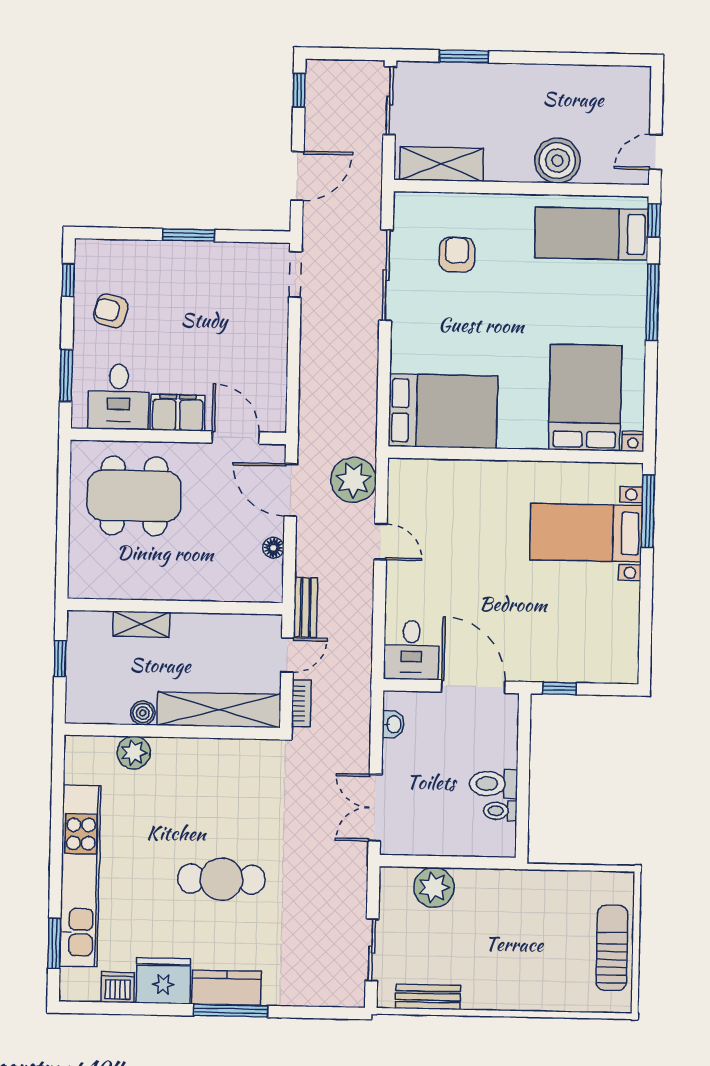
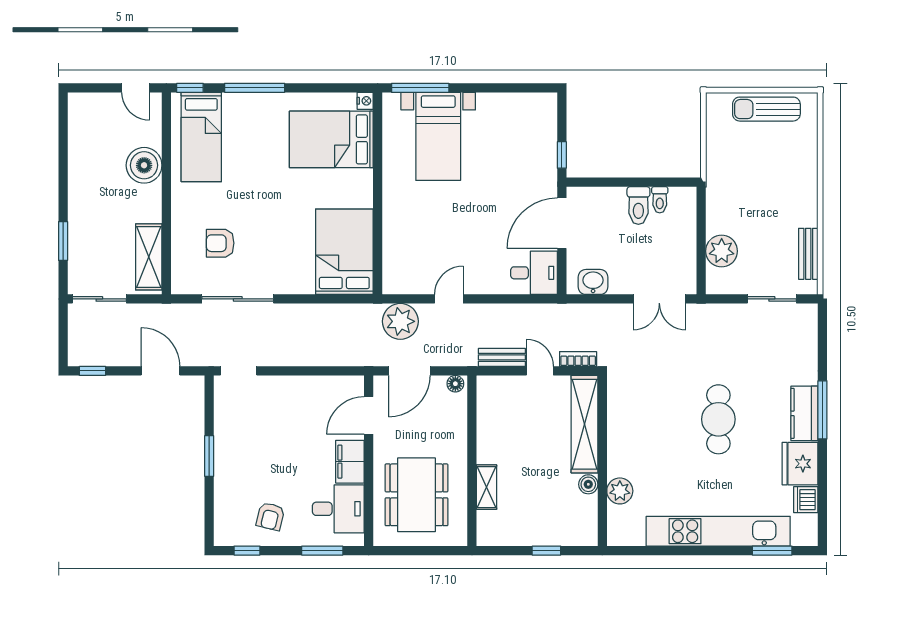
wall: (175, 607) -> (472, 461), moved
shelving: (141, 624) -> (487, 487), moved
washbasin: (393, 724) -> (593, 282), width x1.38, depth x1.45

